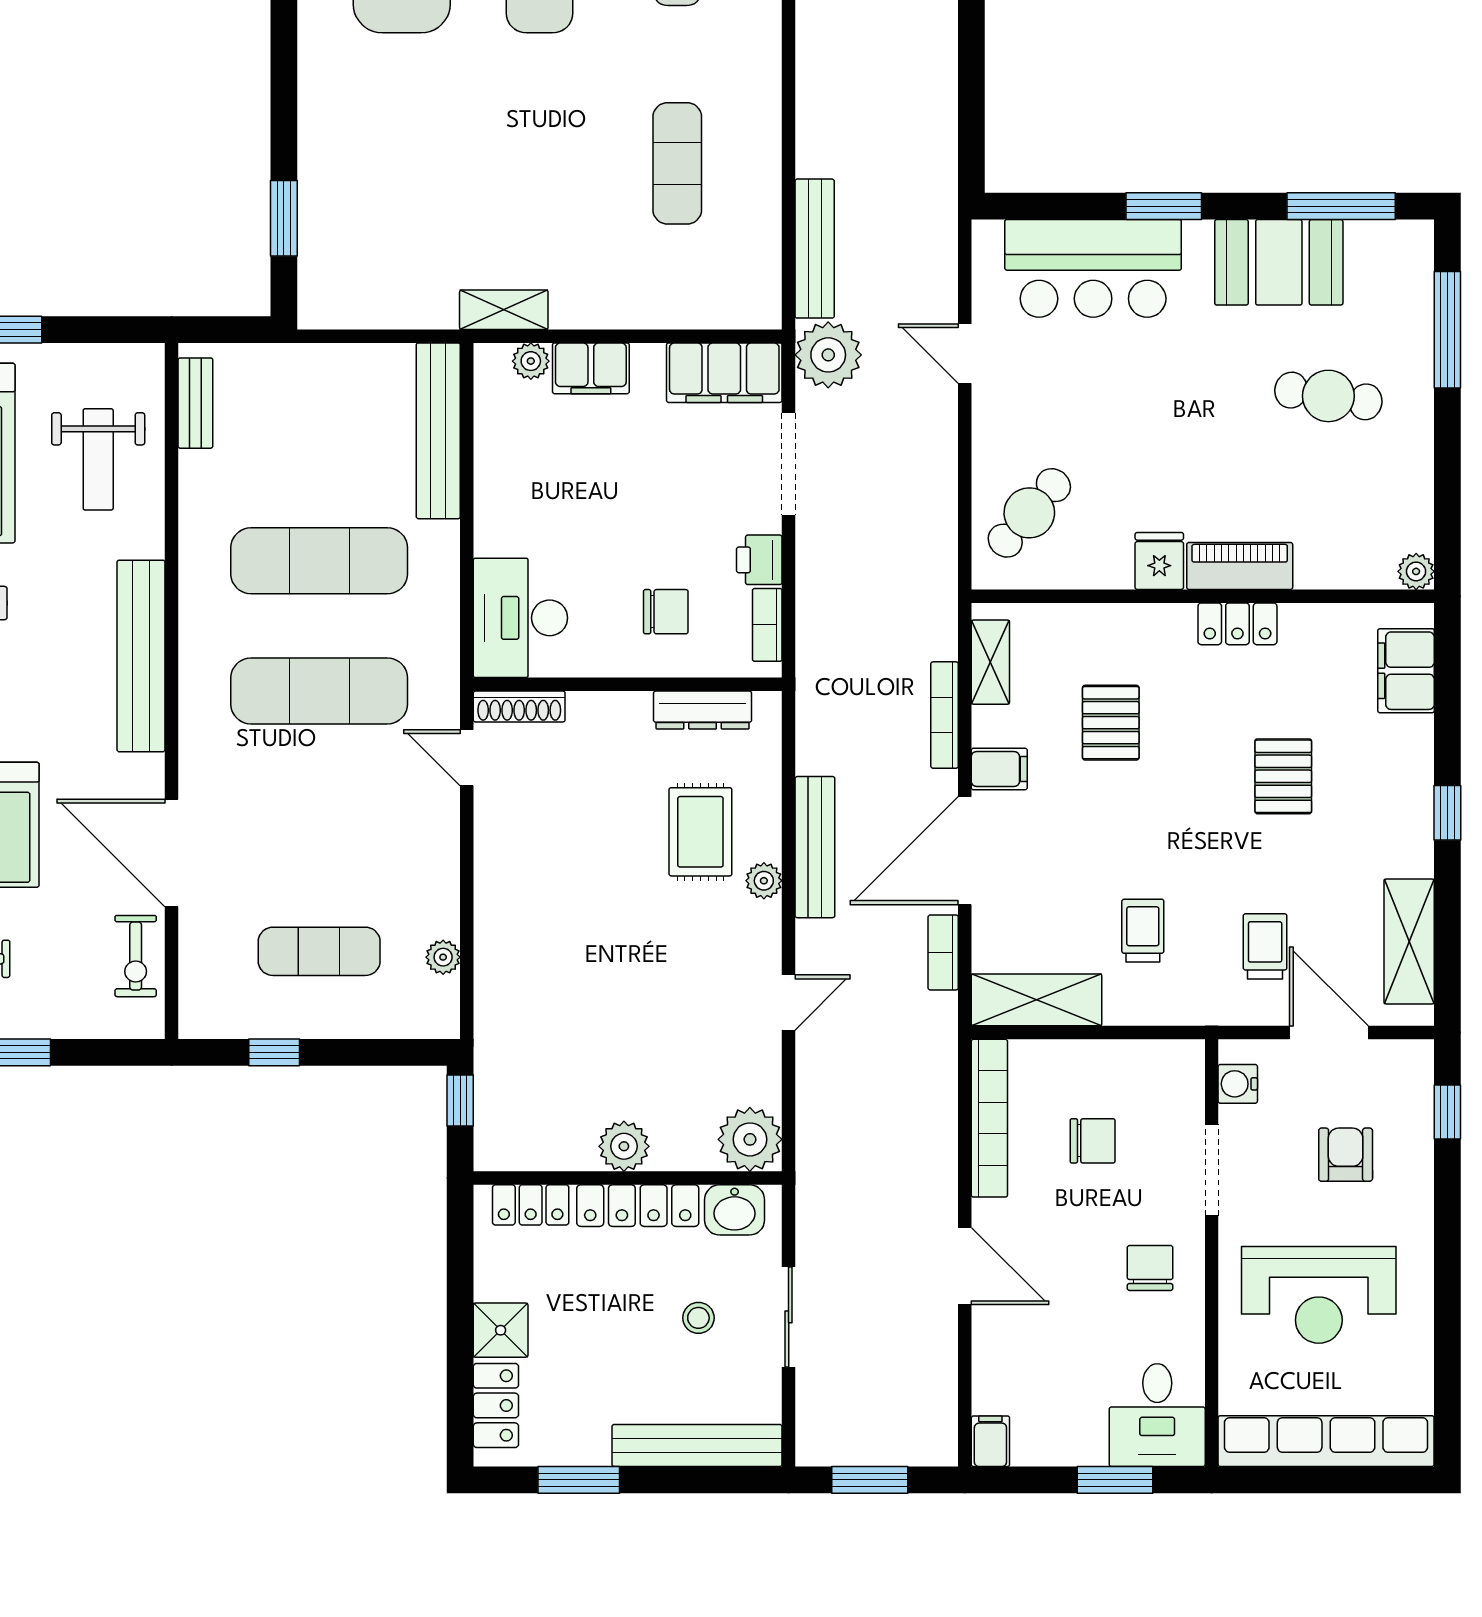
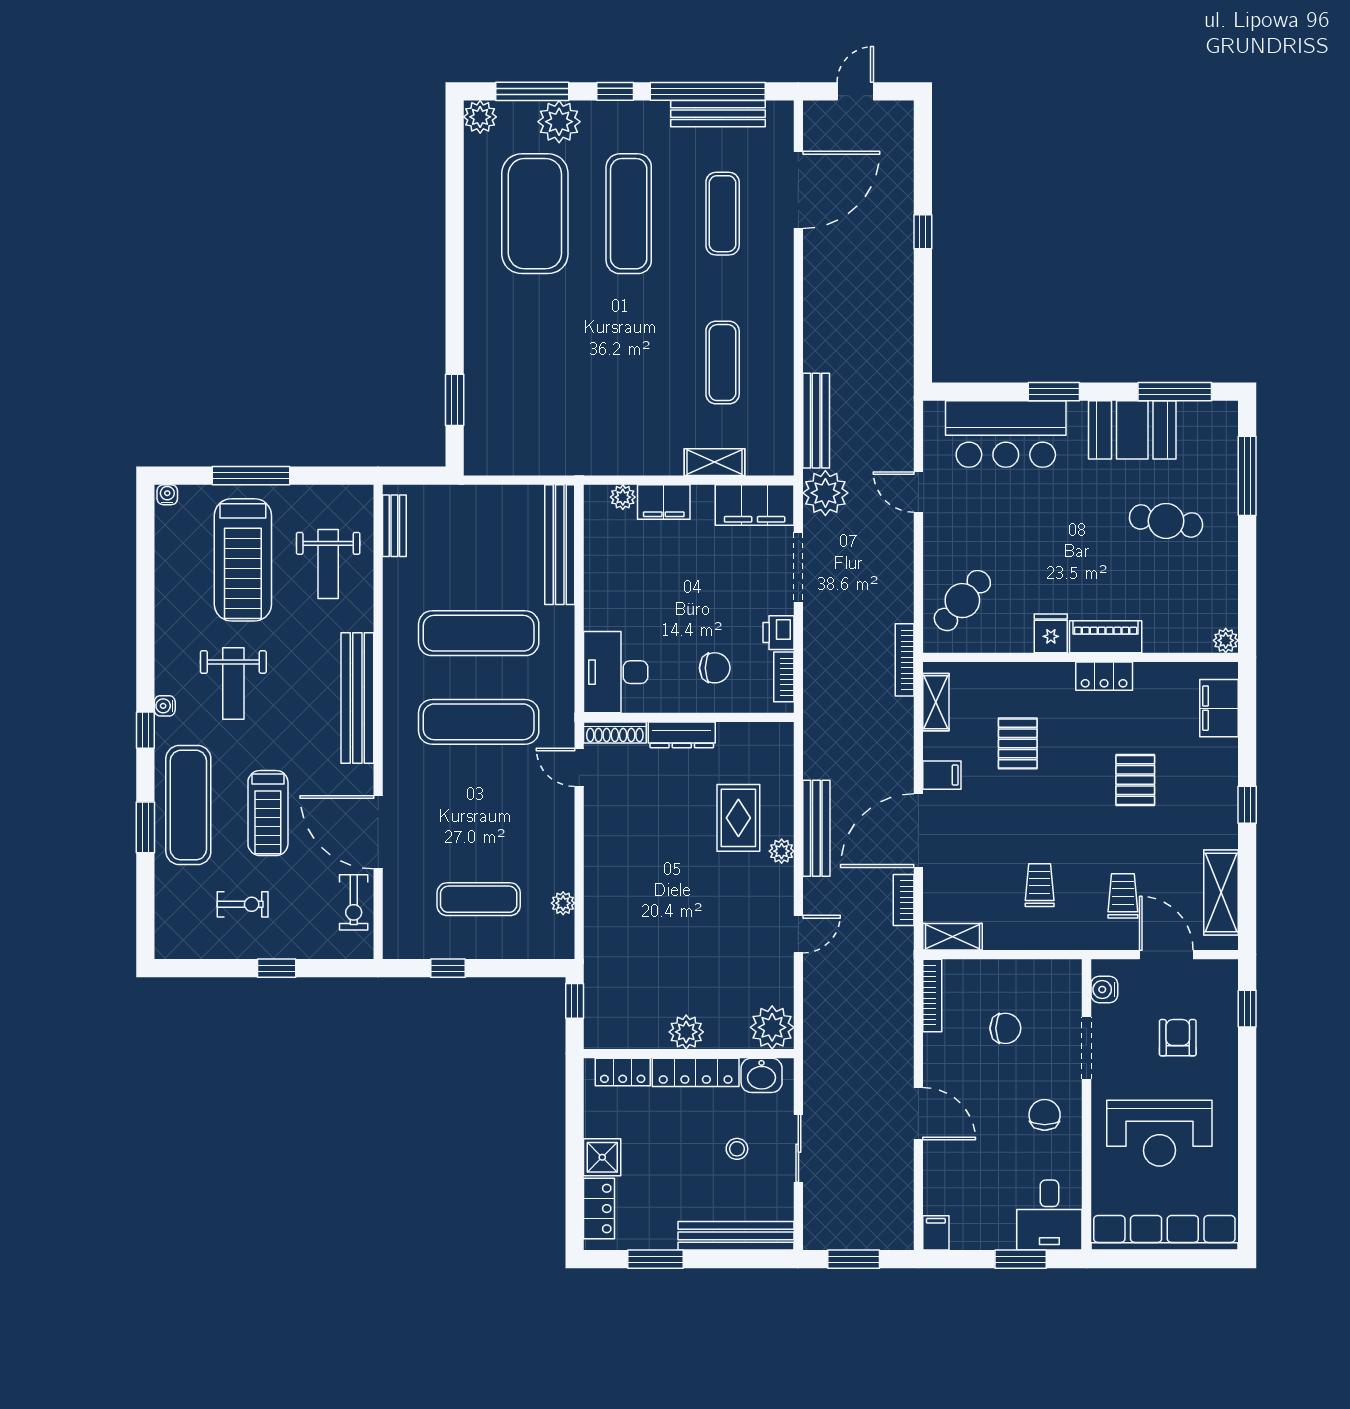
shelving: (504, 310) -> (715, 462), moved
dresser: (703, 710) -> (682, 735), moved
bookcase: (945, 715) -> (905, 660), moved
shelving: (1037, 1000) -> (952, 937), width x0.67, depth x0.75
bookcase: (989, 1118) -> (932, 995), width x0.68, depth x0.76

